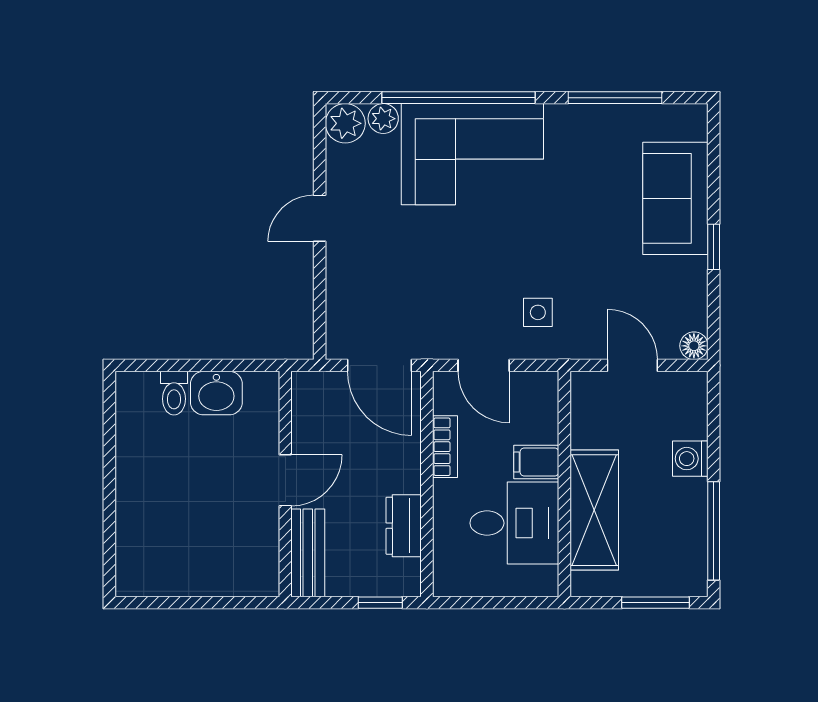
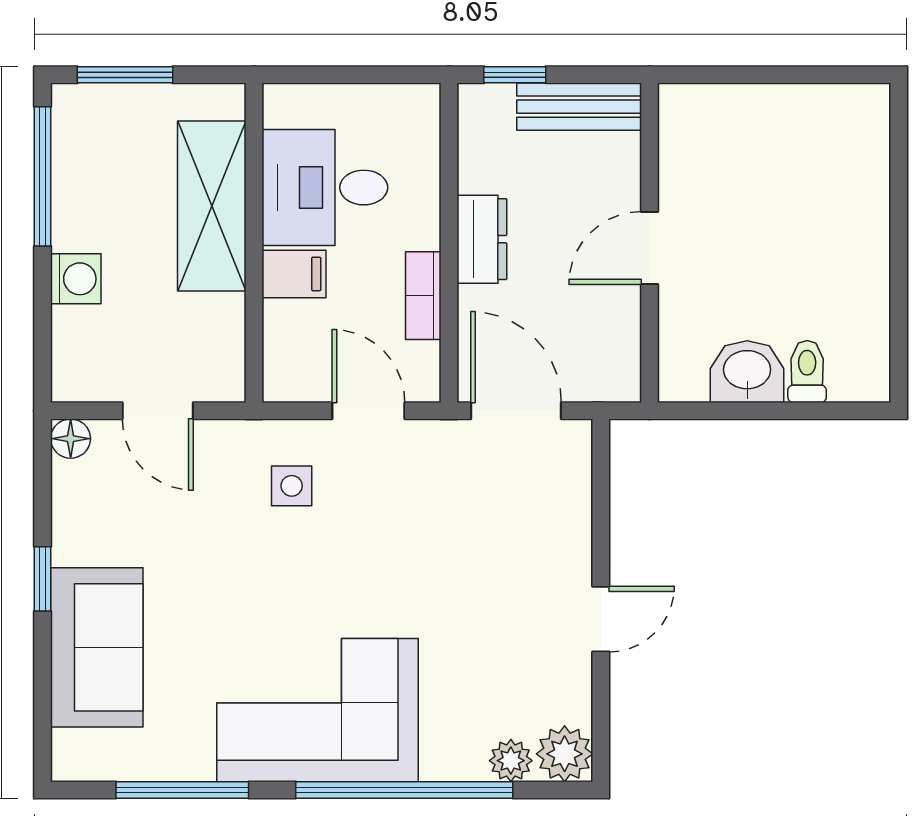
corner sofa: (472, 154) -> (317, 710), moved
dresser: (404, 526) -> (482, 239), moved
bench: (308, 553) -> (579, 107), moved, turned 90

